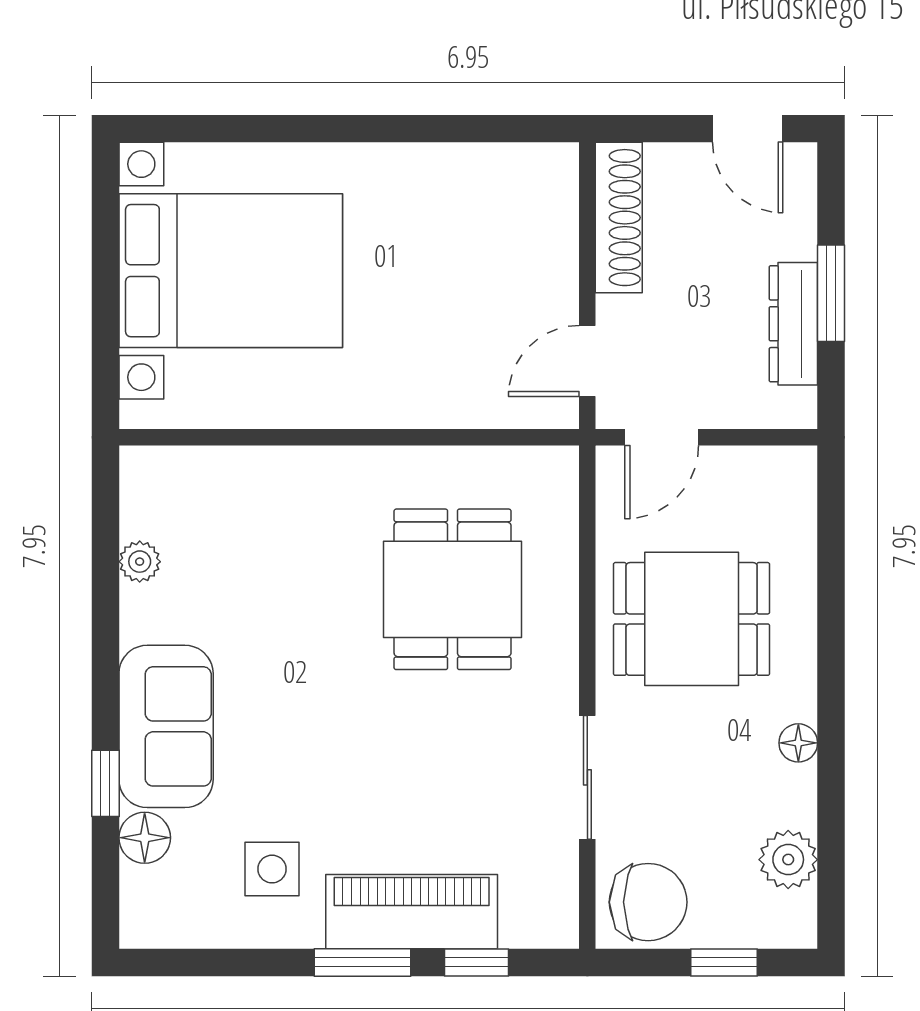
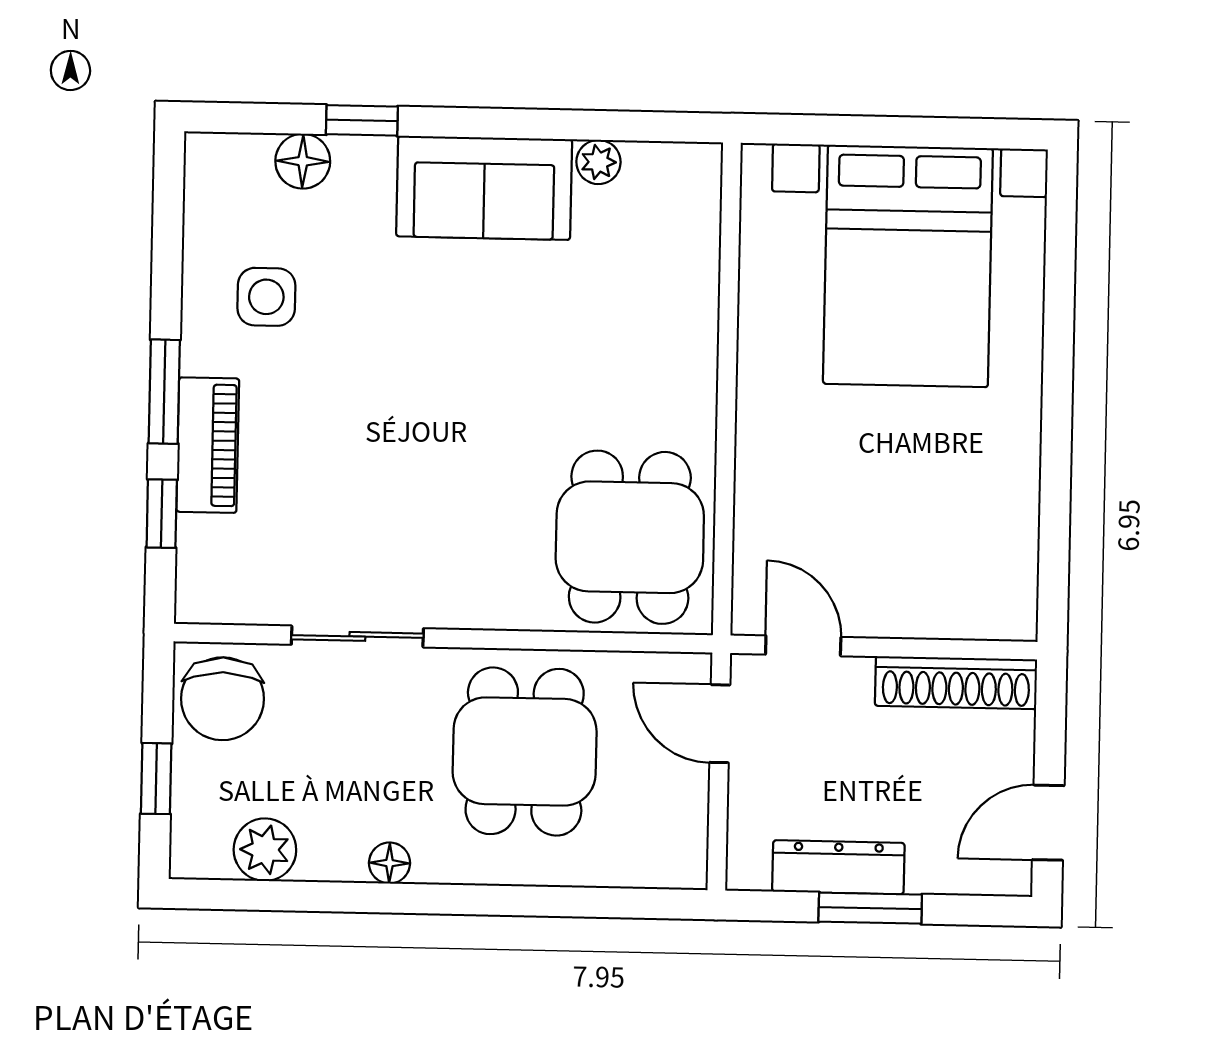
dining table: (453, 589) -> (630, 537), moved, turned 90
sofa: (166, 726) -> (484, 188), moved
piano: (412, 912) -> (208, 445), width x0.73, depth x0.75

